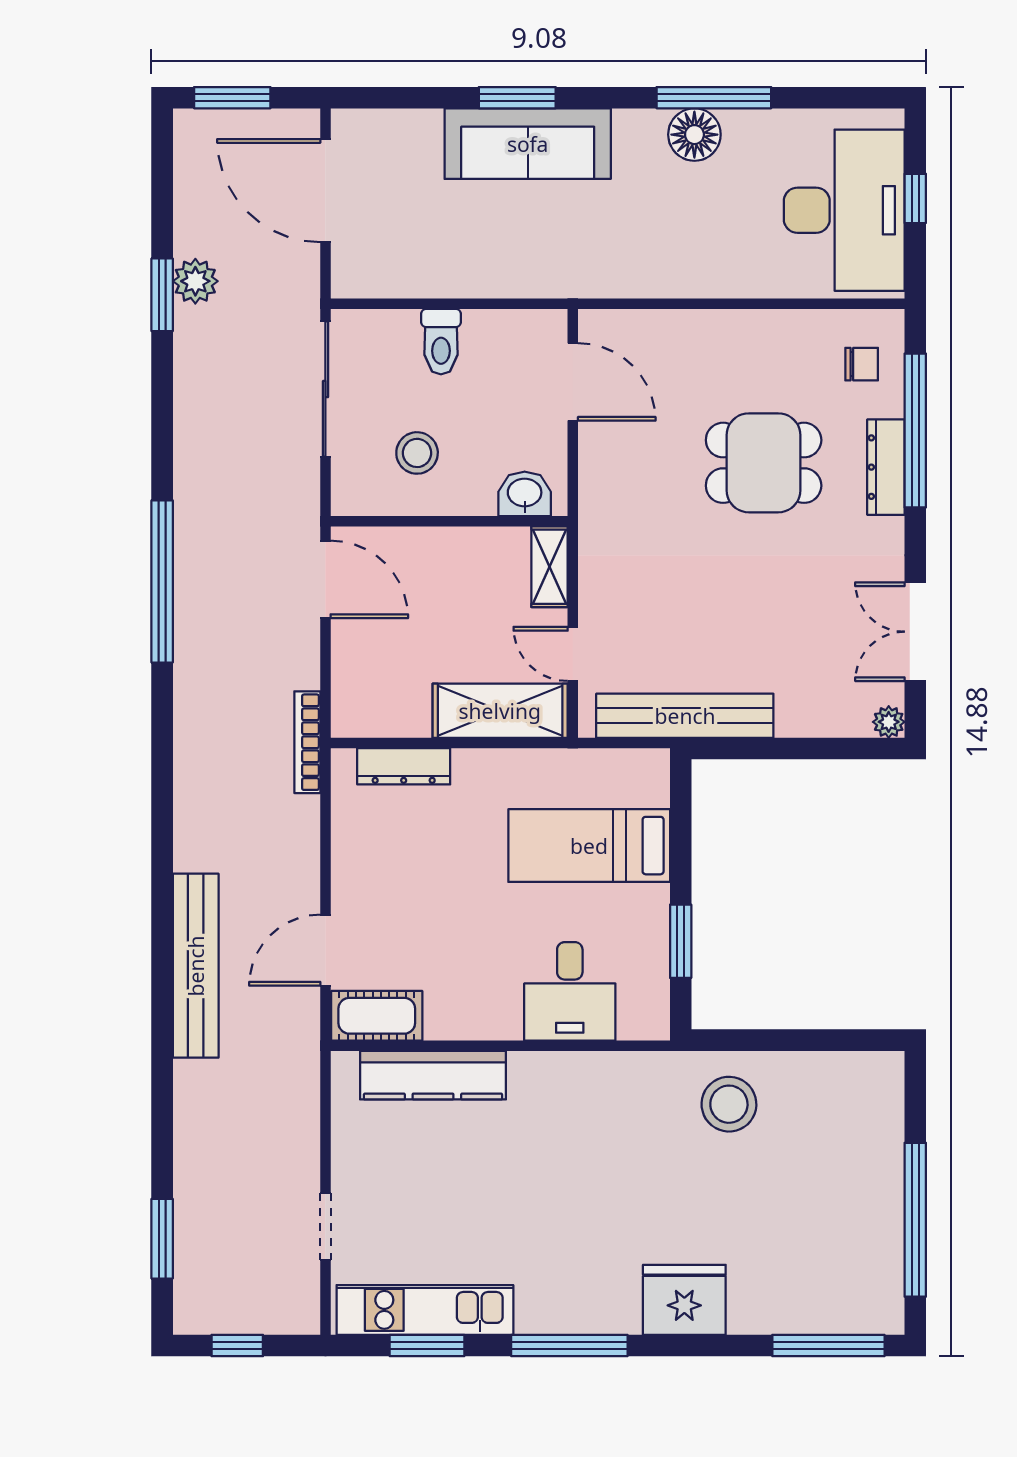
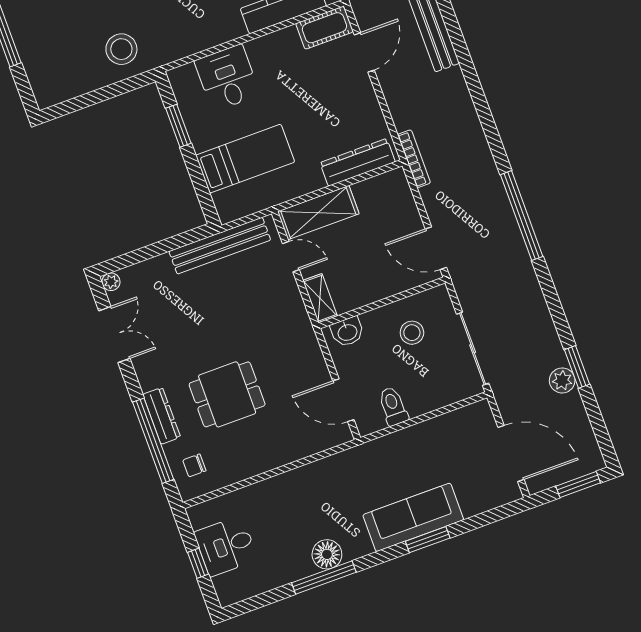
desk: (844, 210) -> (226, 546), width x0.53, depth x0.77
toilet: (441, 342) -> (393, 406), moved
dresser: (404, 766) -> (358, 162), width x1.37, depth x1.24

